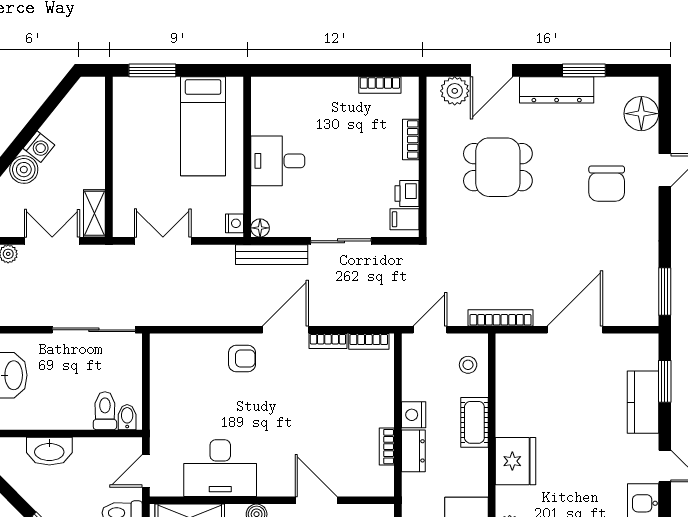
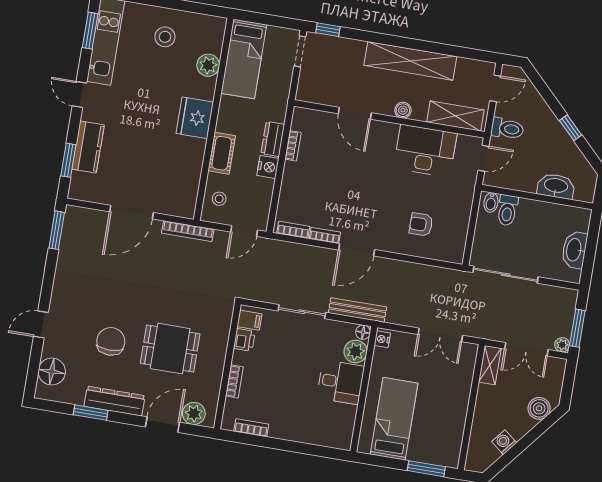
washing machine: (39, 147) -> (504, 442), moved
chair: (607, 184) -> (111, 341), moved
plant: (265, 202) -> (356, 351), added
armchair: (242, 358) -> (421, 224), moved

